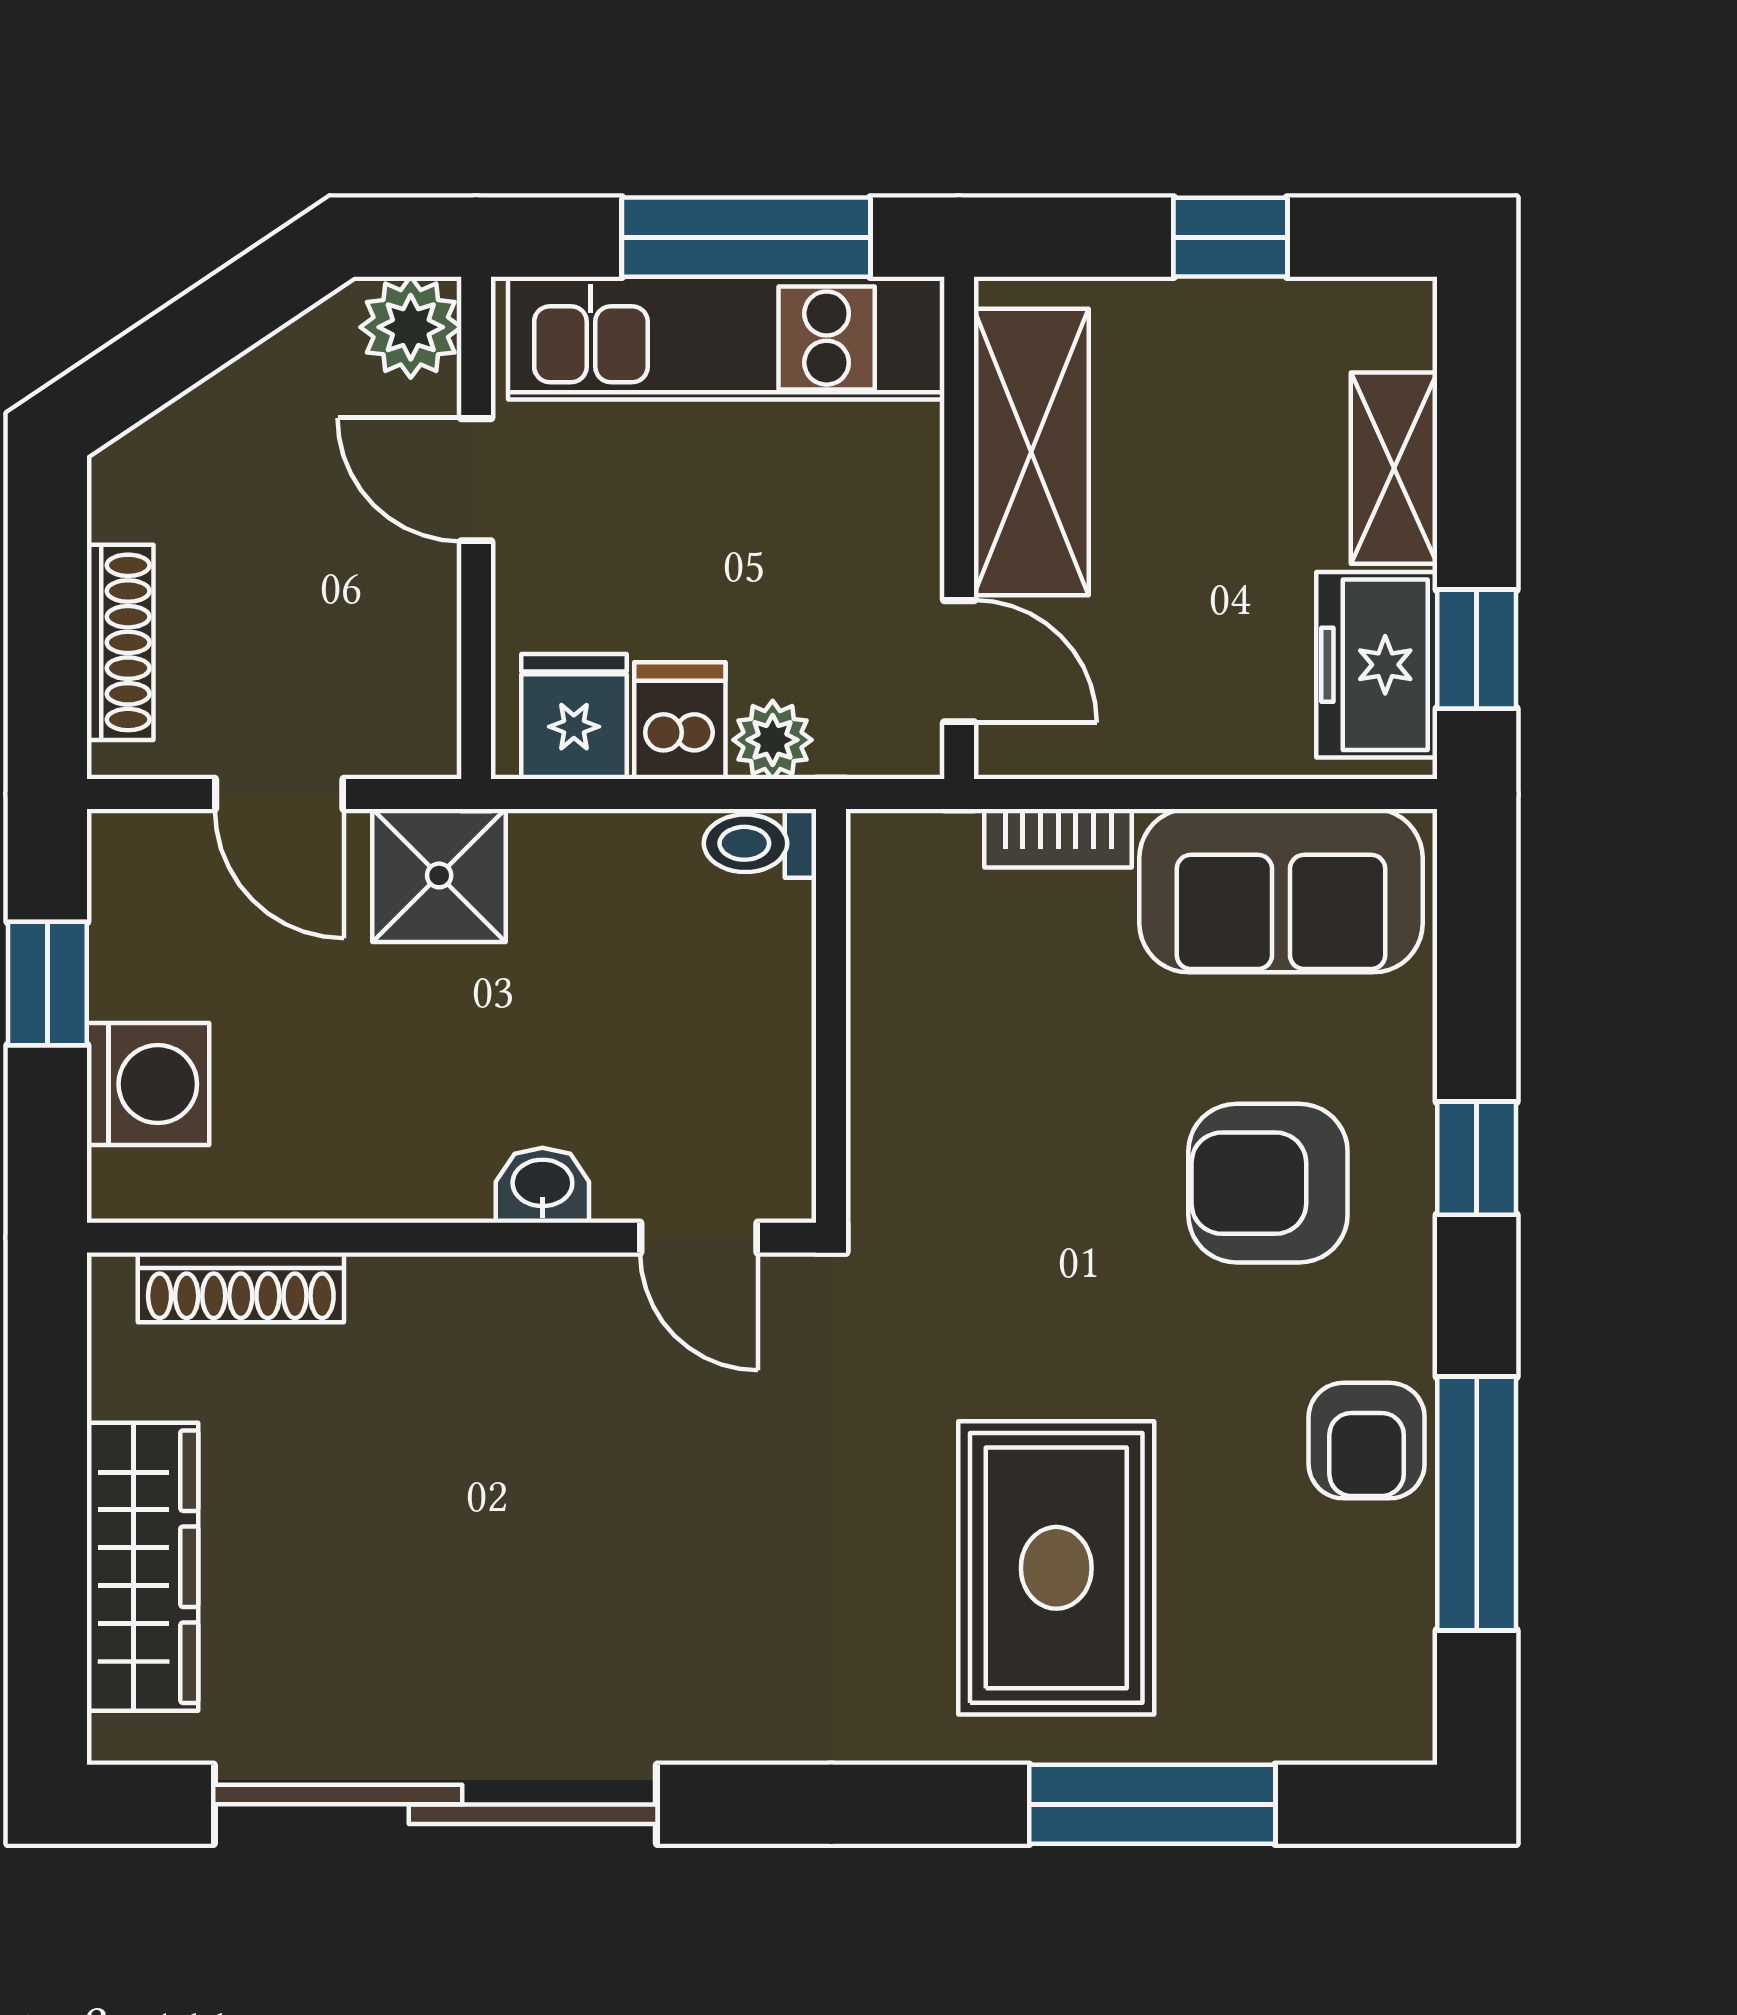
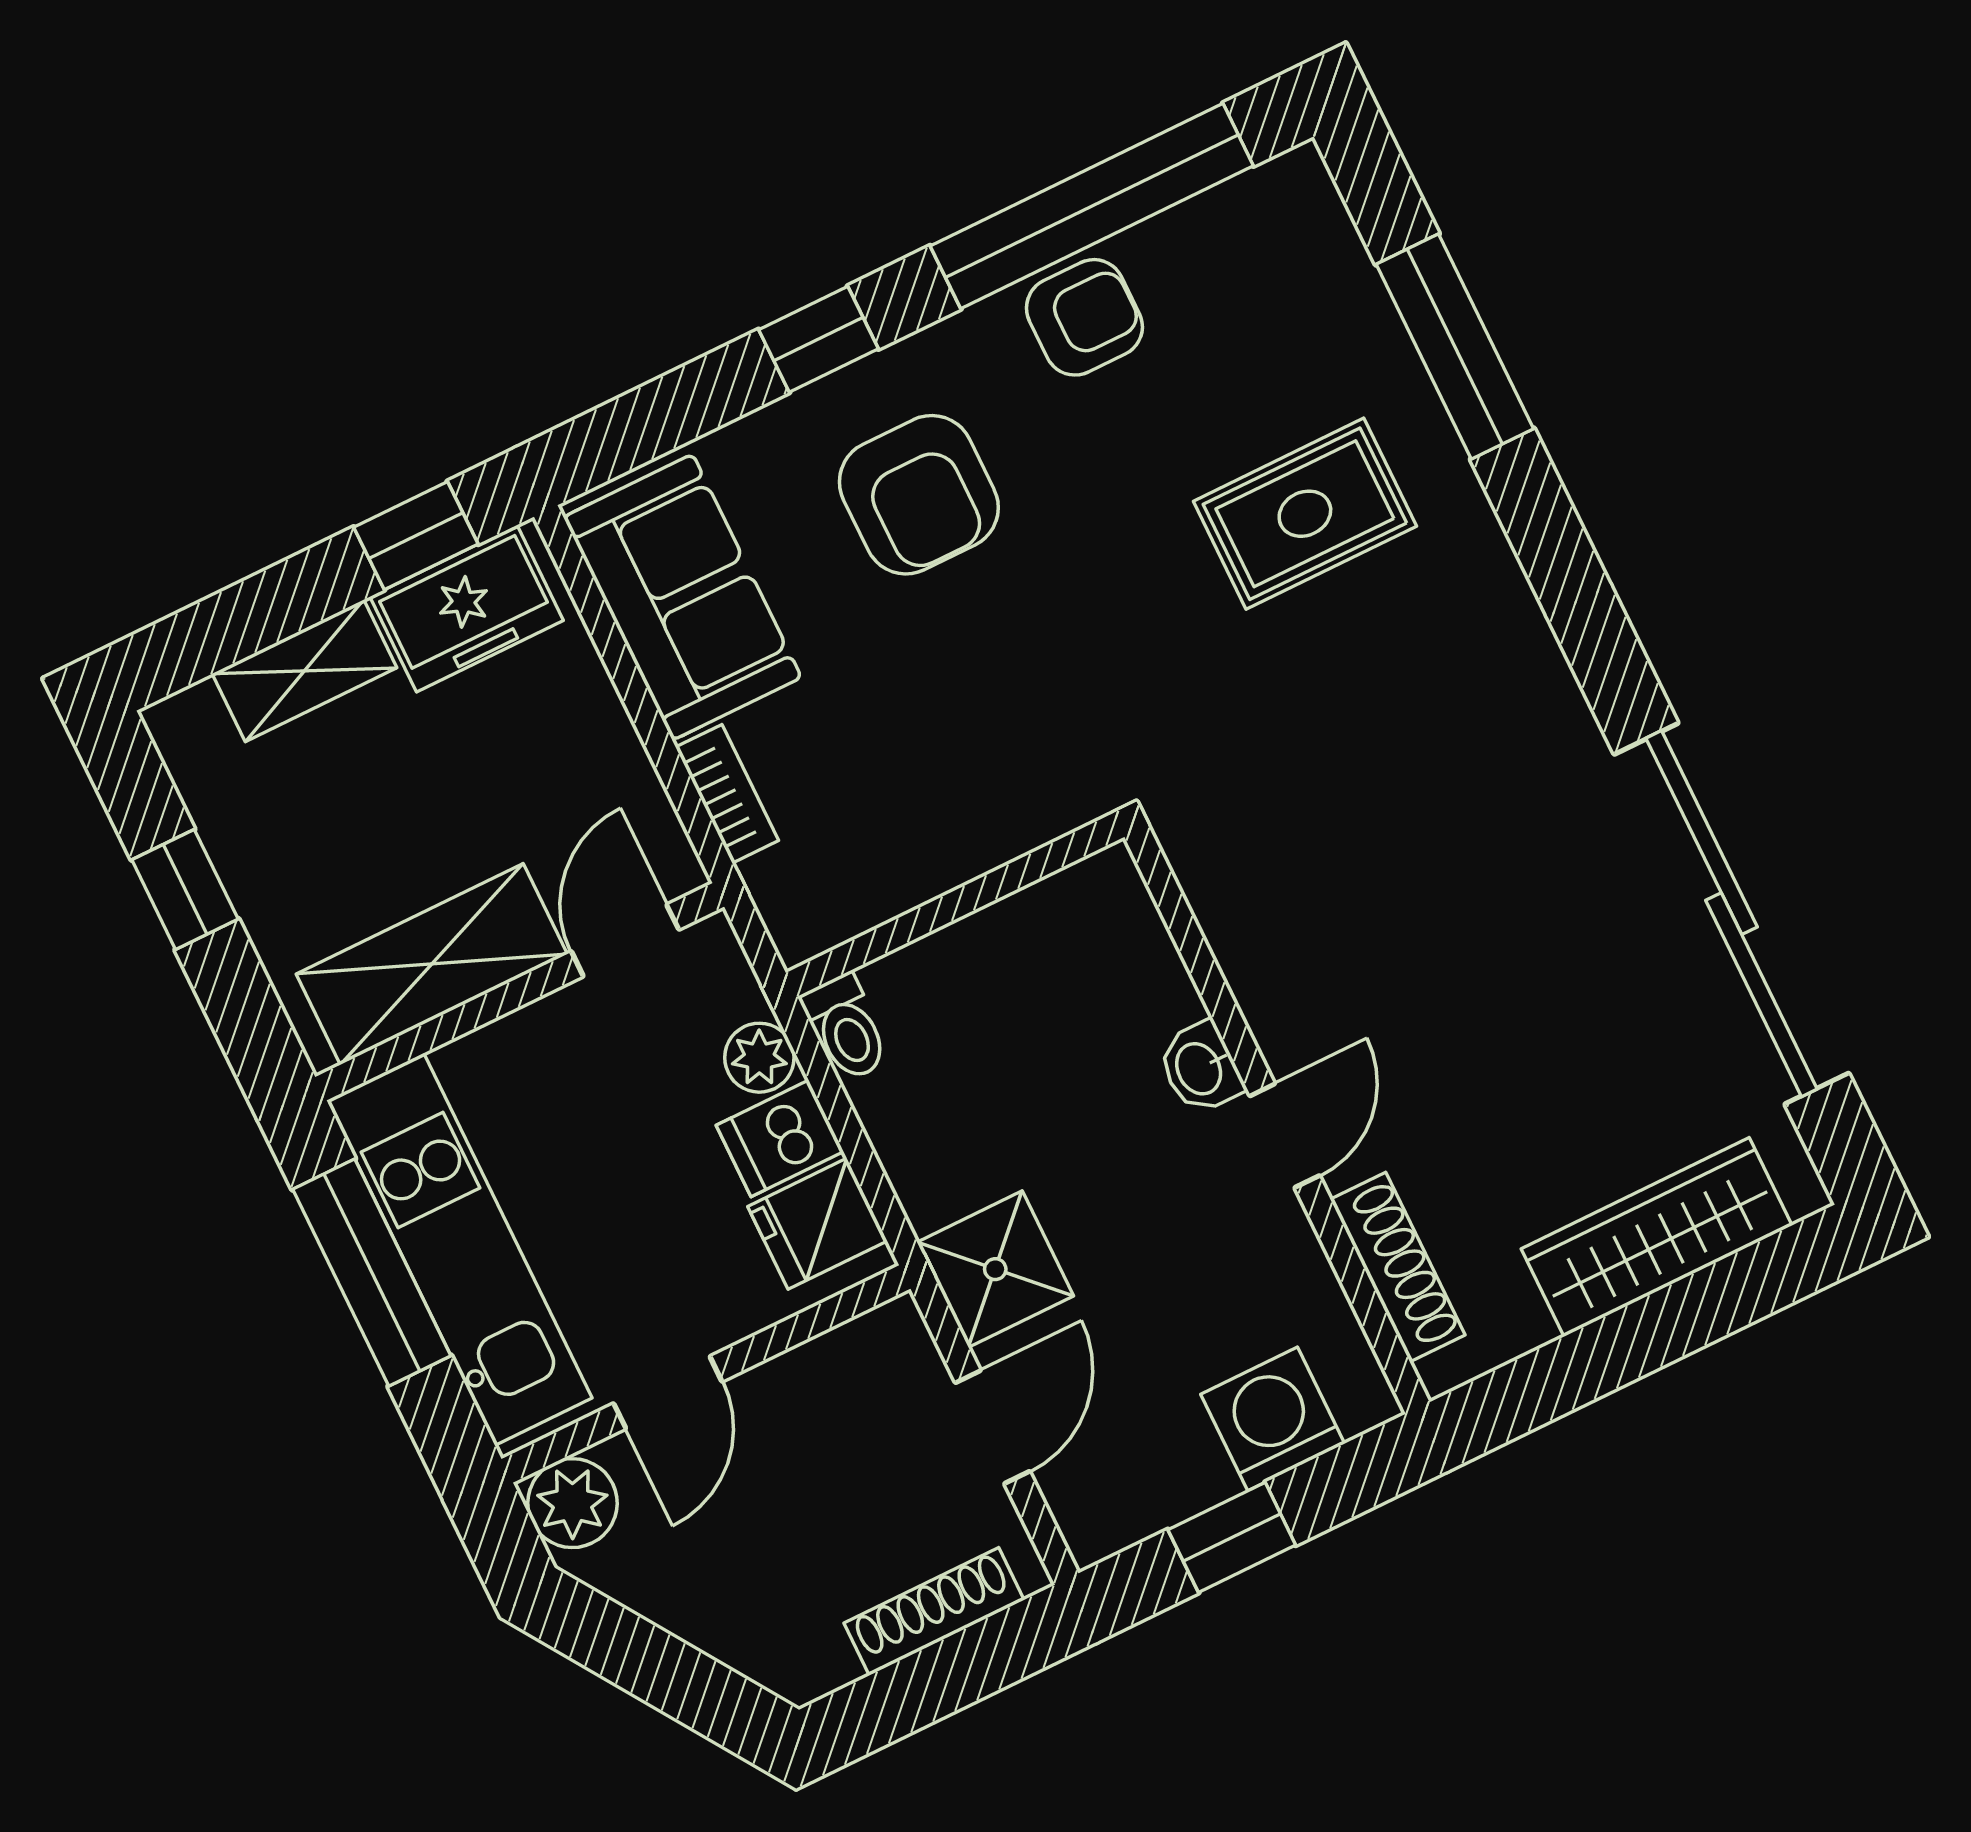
door: (699, 1238) -> (1285, 1136), moved
window: (1477, 1504) -> (1092, 206), width x1.46
rug: (1056, 1568) -> (1305, 514), width x0.73, depth x0.70

